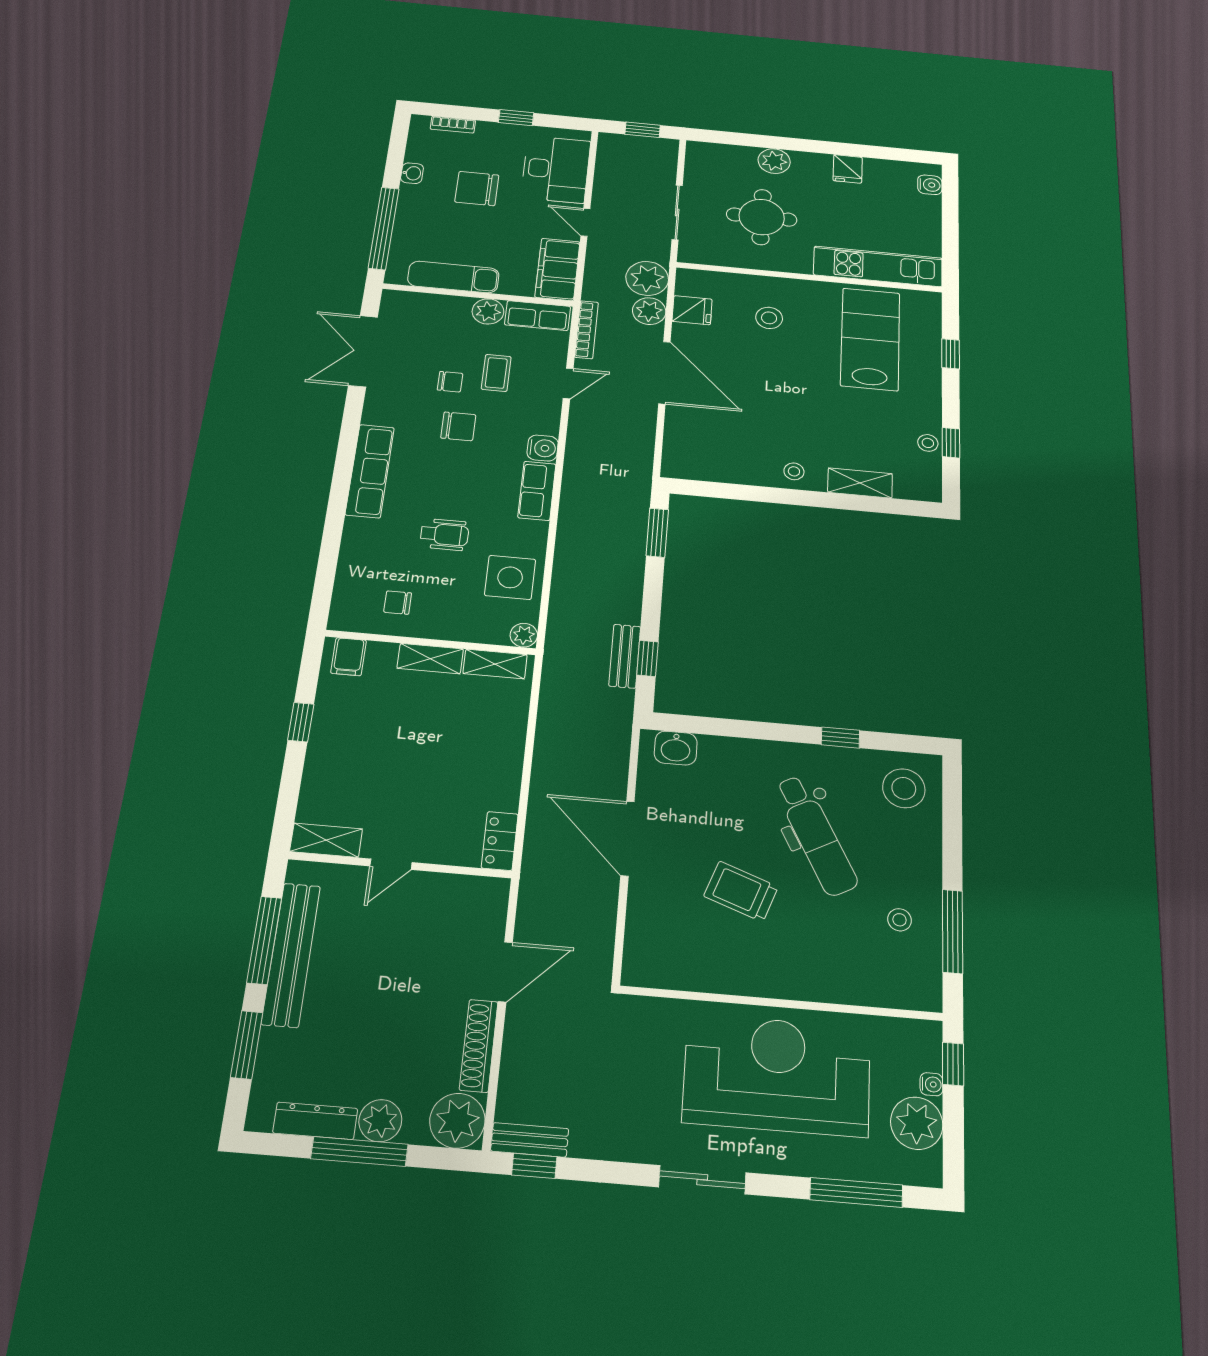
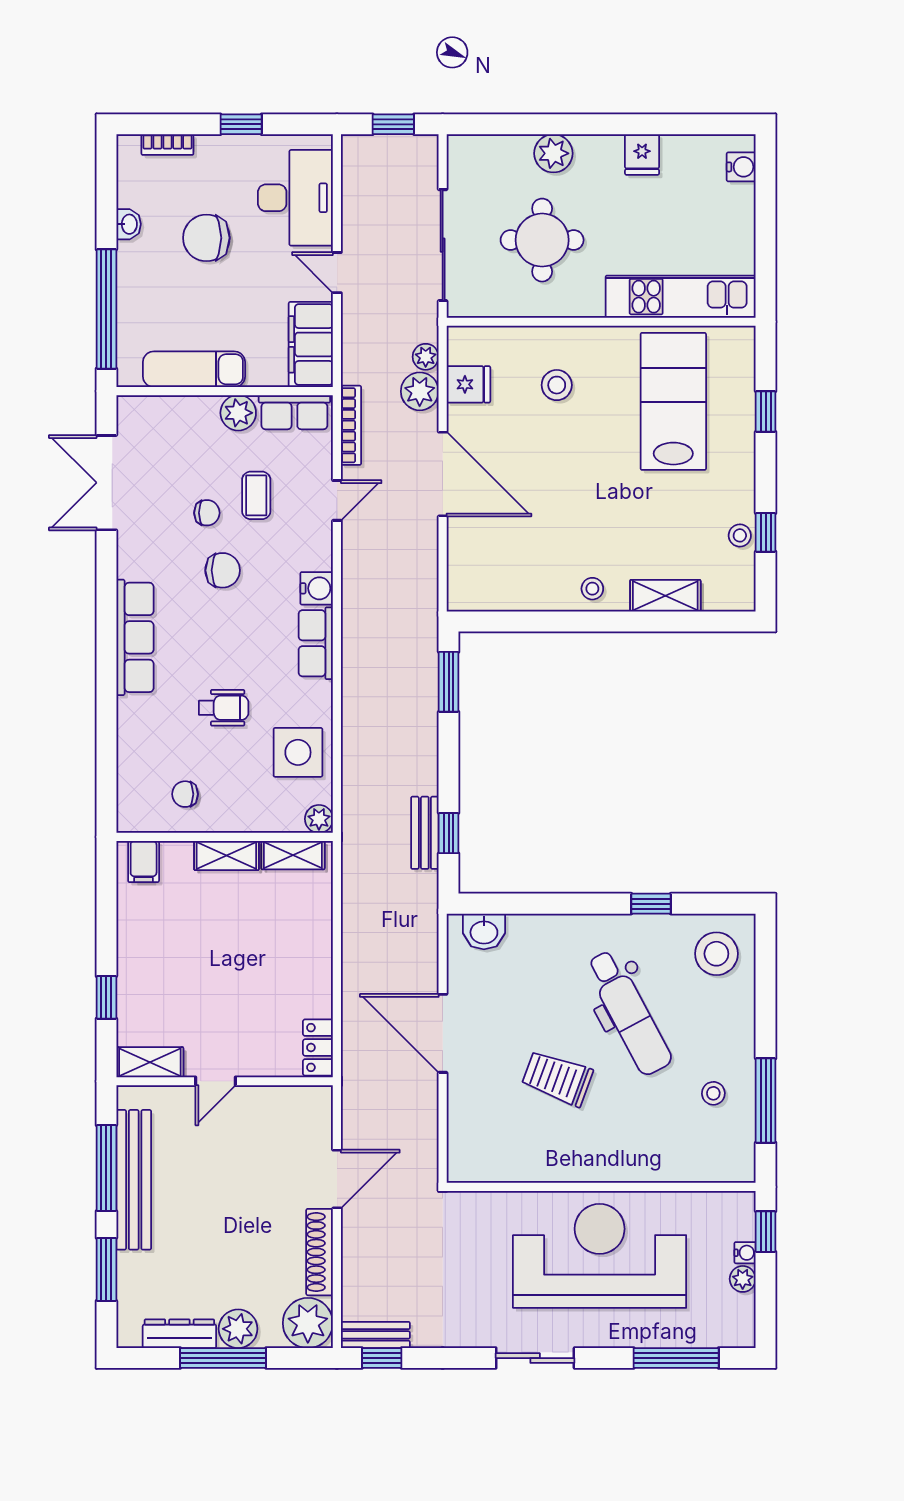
sliding door: (677, 212) -> (443, 245), width x1.37
plant: (647, 278) -> (426, 357), width x0.53, depth x0.53
window: (301, 722) -> (106, 997), moved
plant: (917, 1123) -> (743, 1279), width x0.53, depth x0.53

